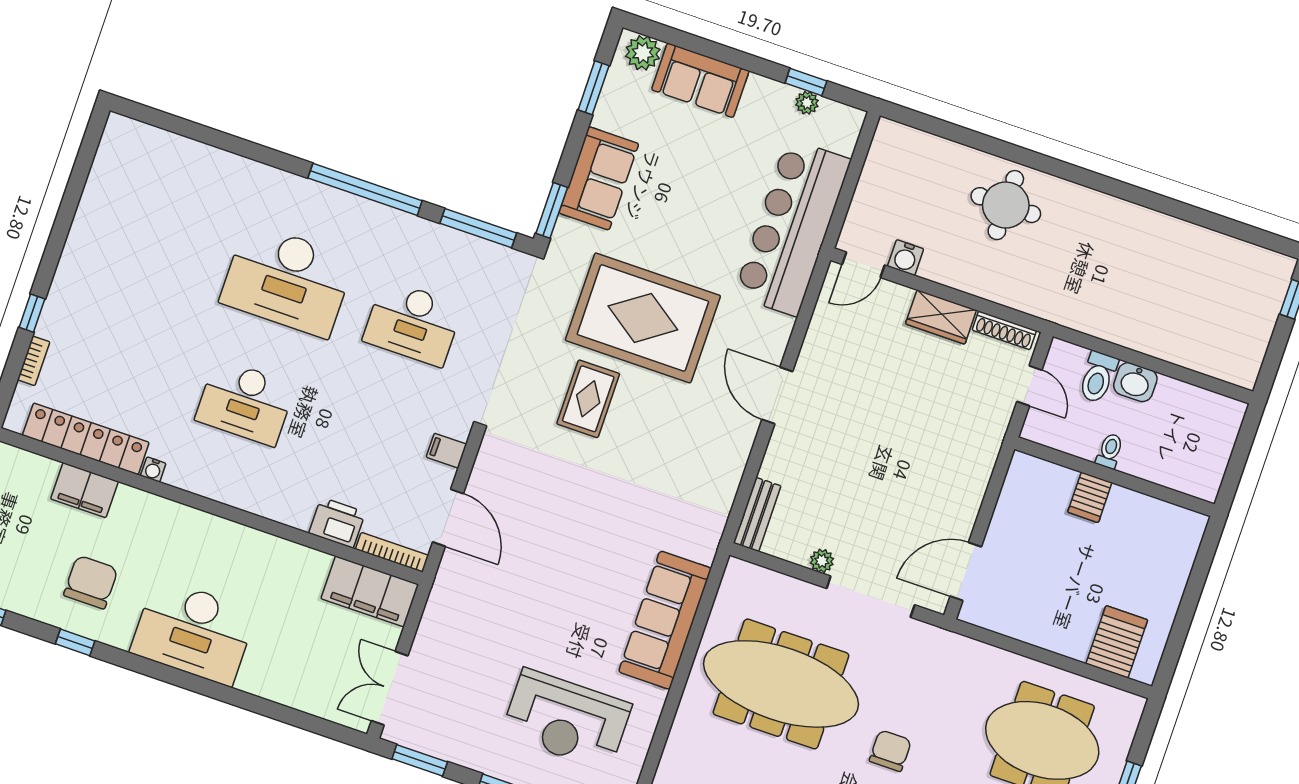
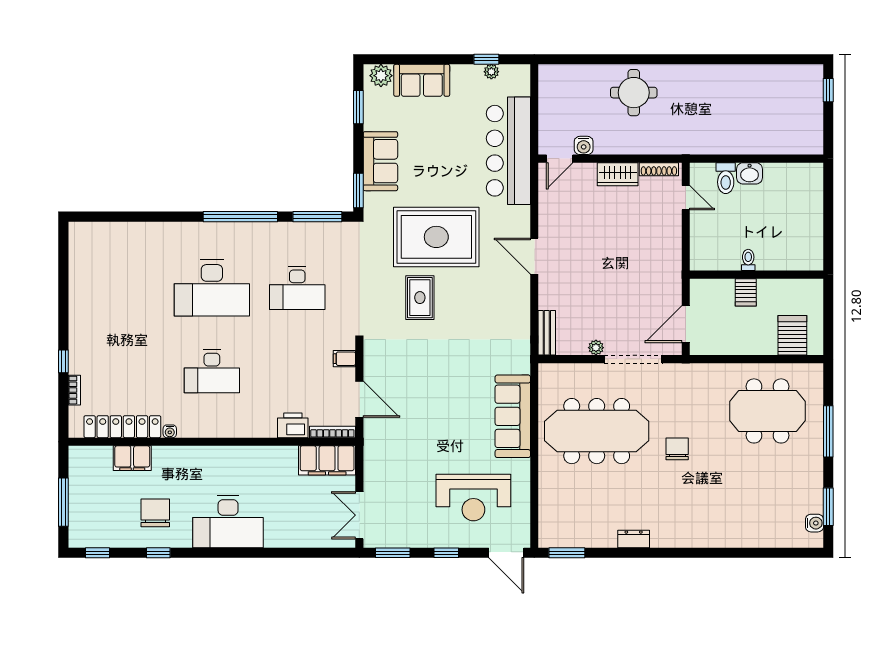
toilet: (1110, 451) -> (748, 260), moved
wall: (1114, 477) -> (756, 275), moved
server rack: (1090, 497) -> (746, 292), moved

